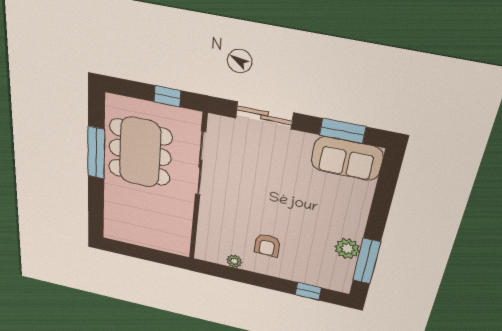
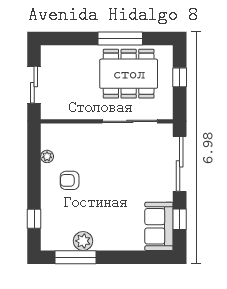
window: (167, 96) -> (180, 77), moved
sliding door: (264, 115) -> (180, 164), width x1.37
window: (343, 131) -> (180, 219), width x0.67
sliding door: (148, 254) -> (34, 85), added

